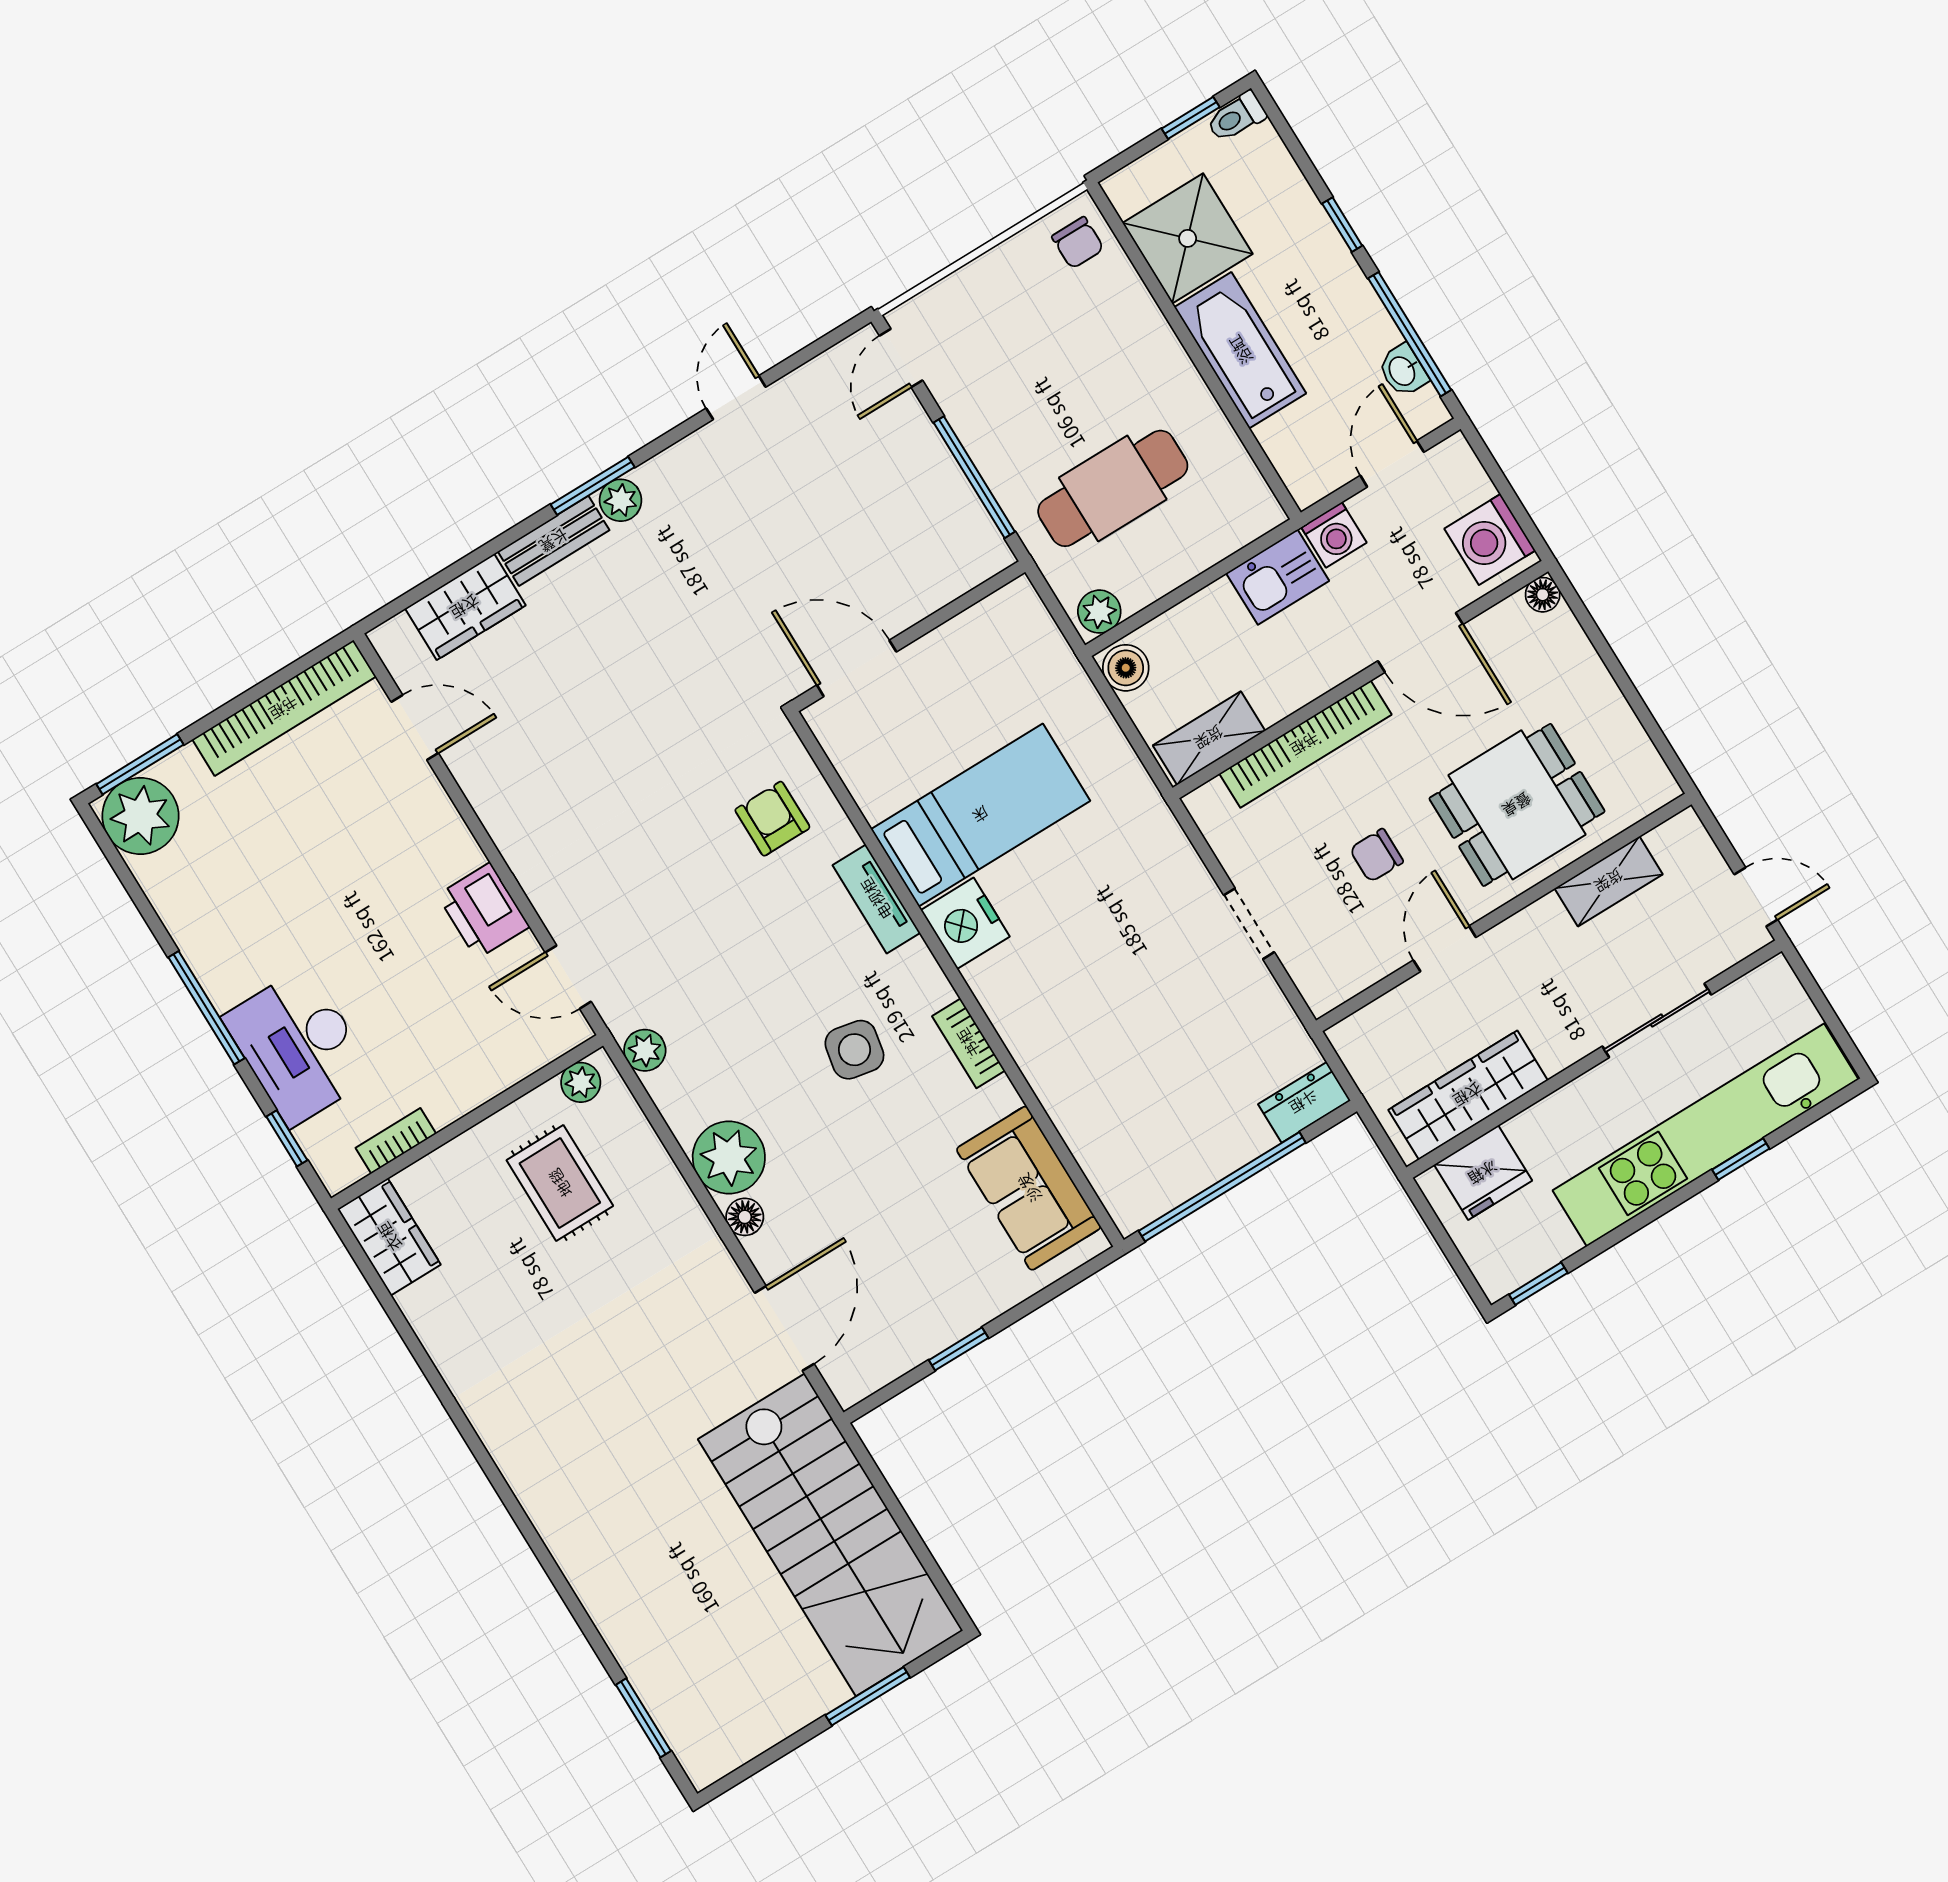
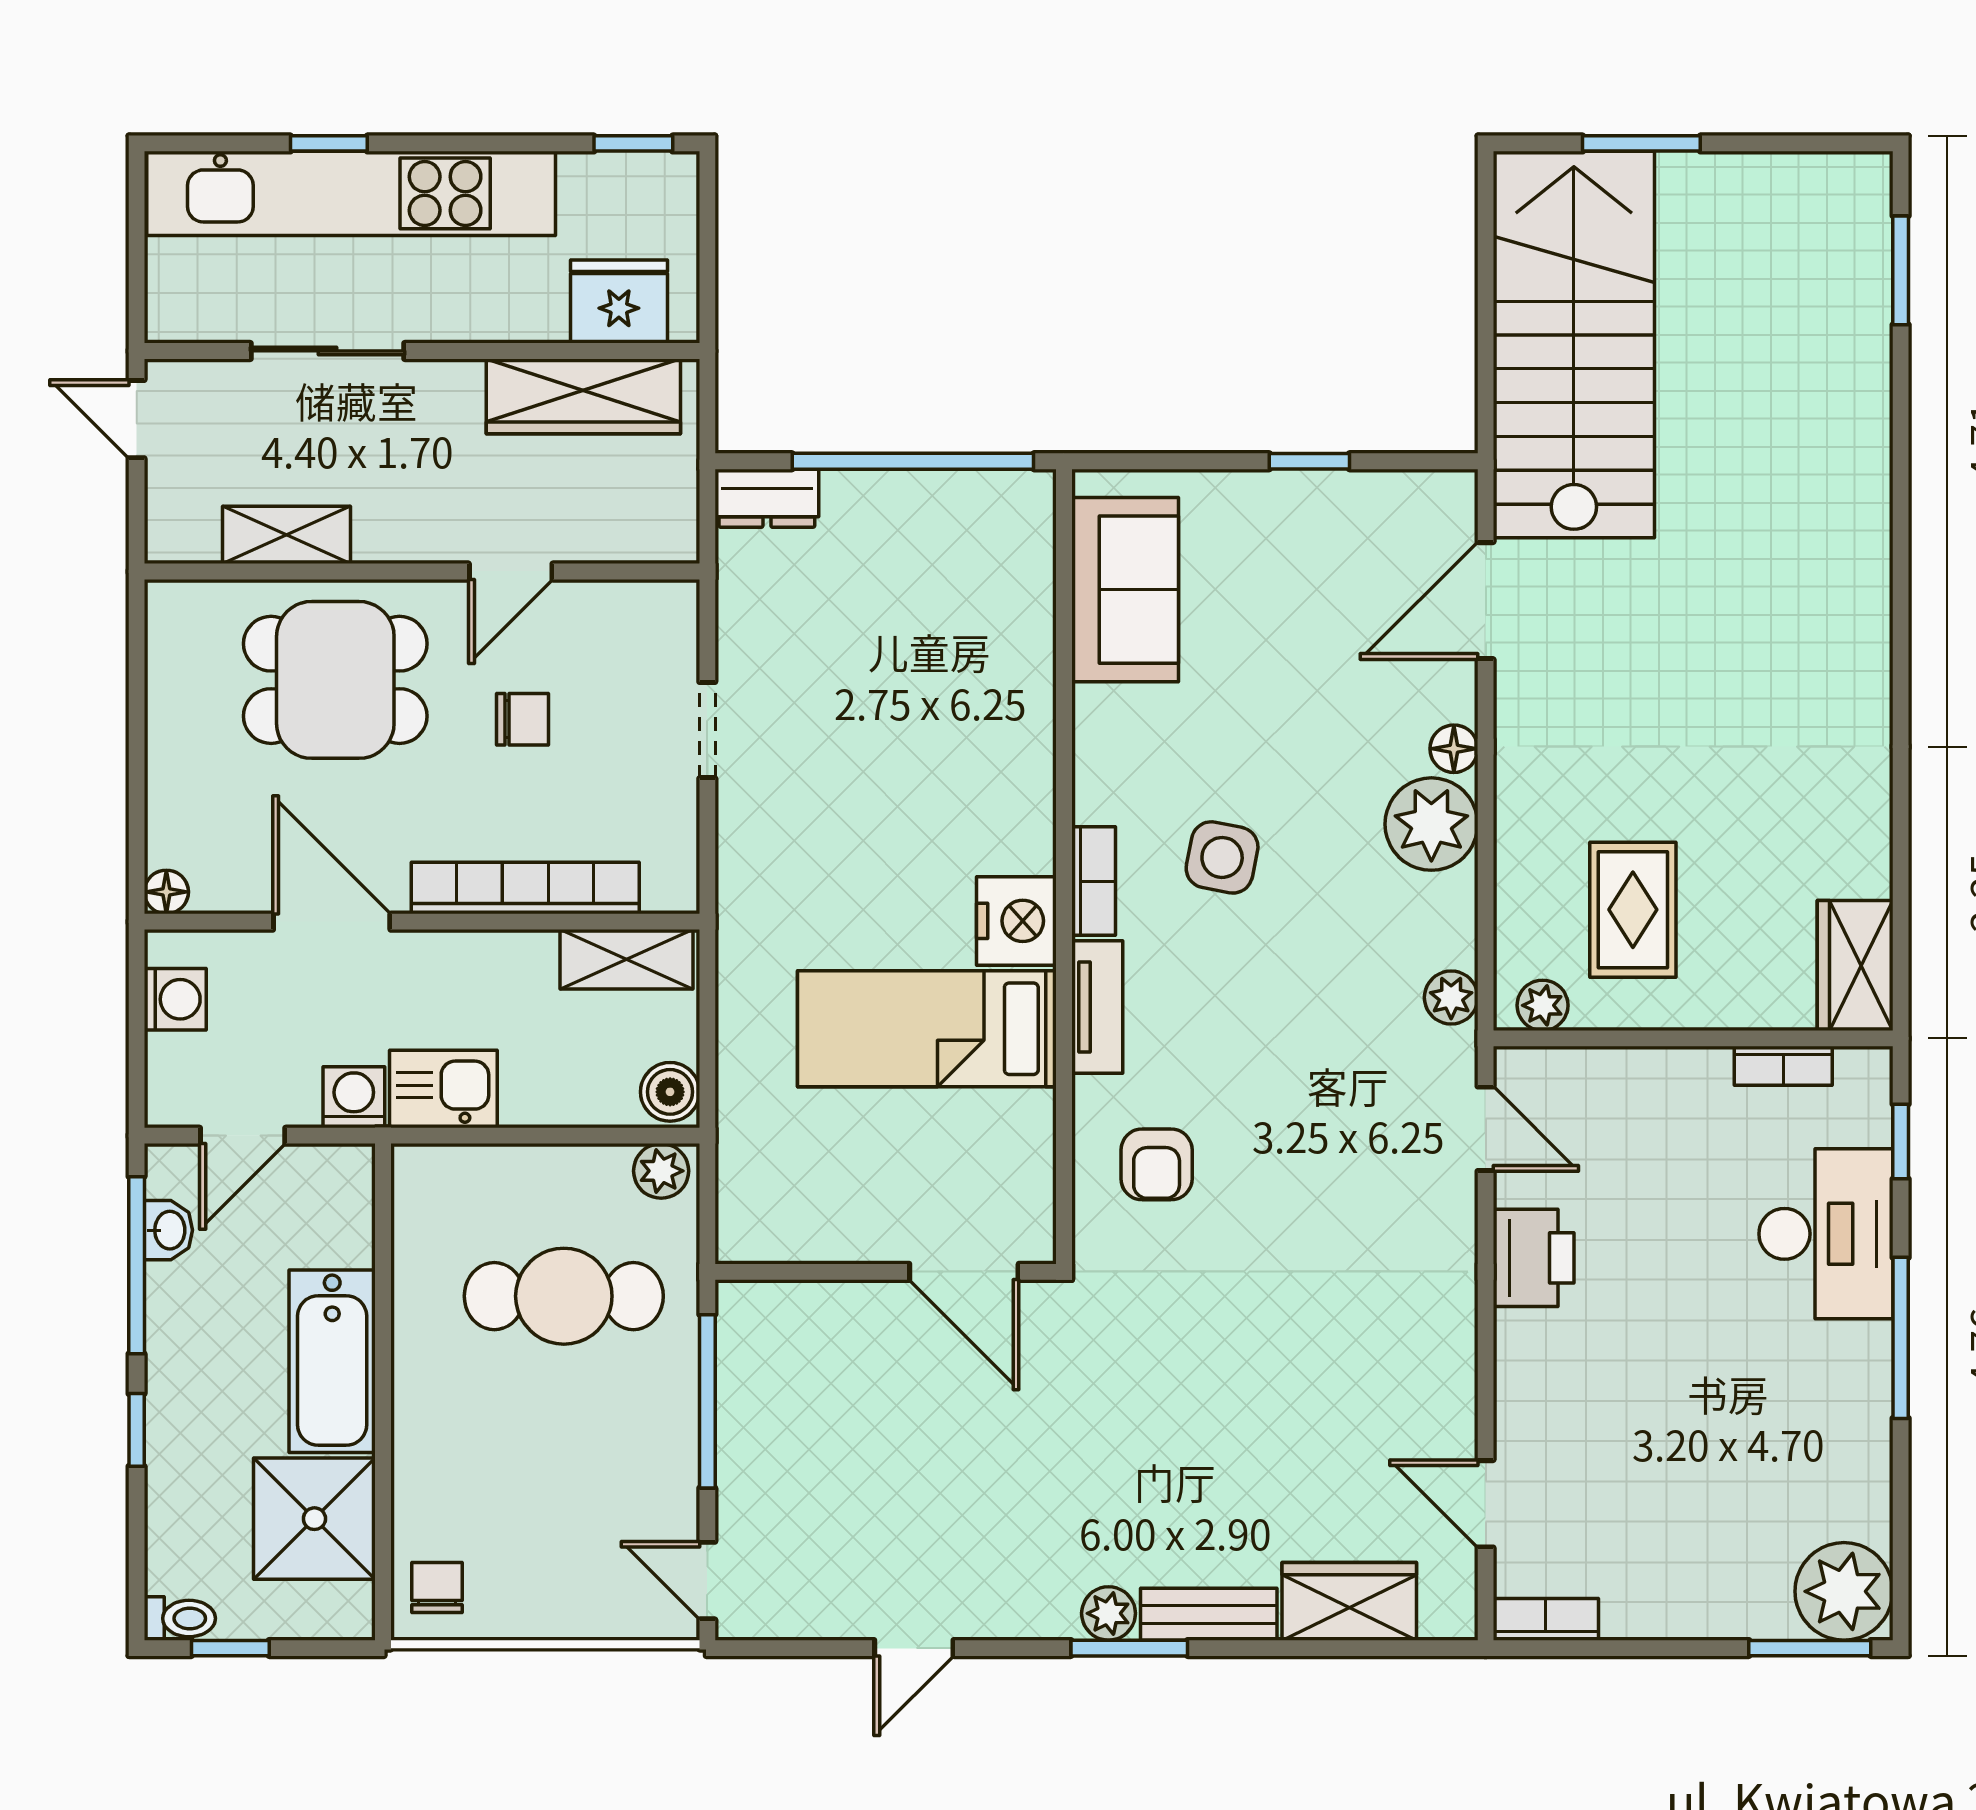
door: (901, 358) -> (707, 1581), swing flipped
washing machine: (1490, 539) -> (175, 999), width x0.73, depth x0.73
bookcase: (284, 708) -> (1546, 1619), width x0.43, depth x0.76
bookcase: (968, 1043) -> (1094, 881), moved

